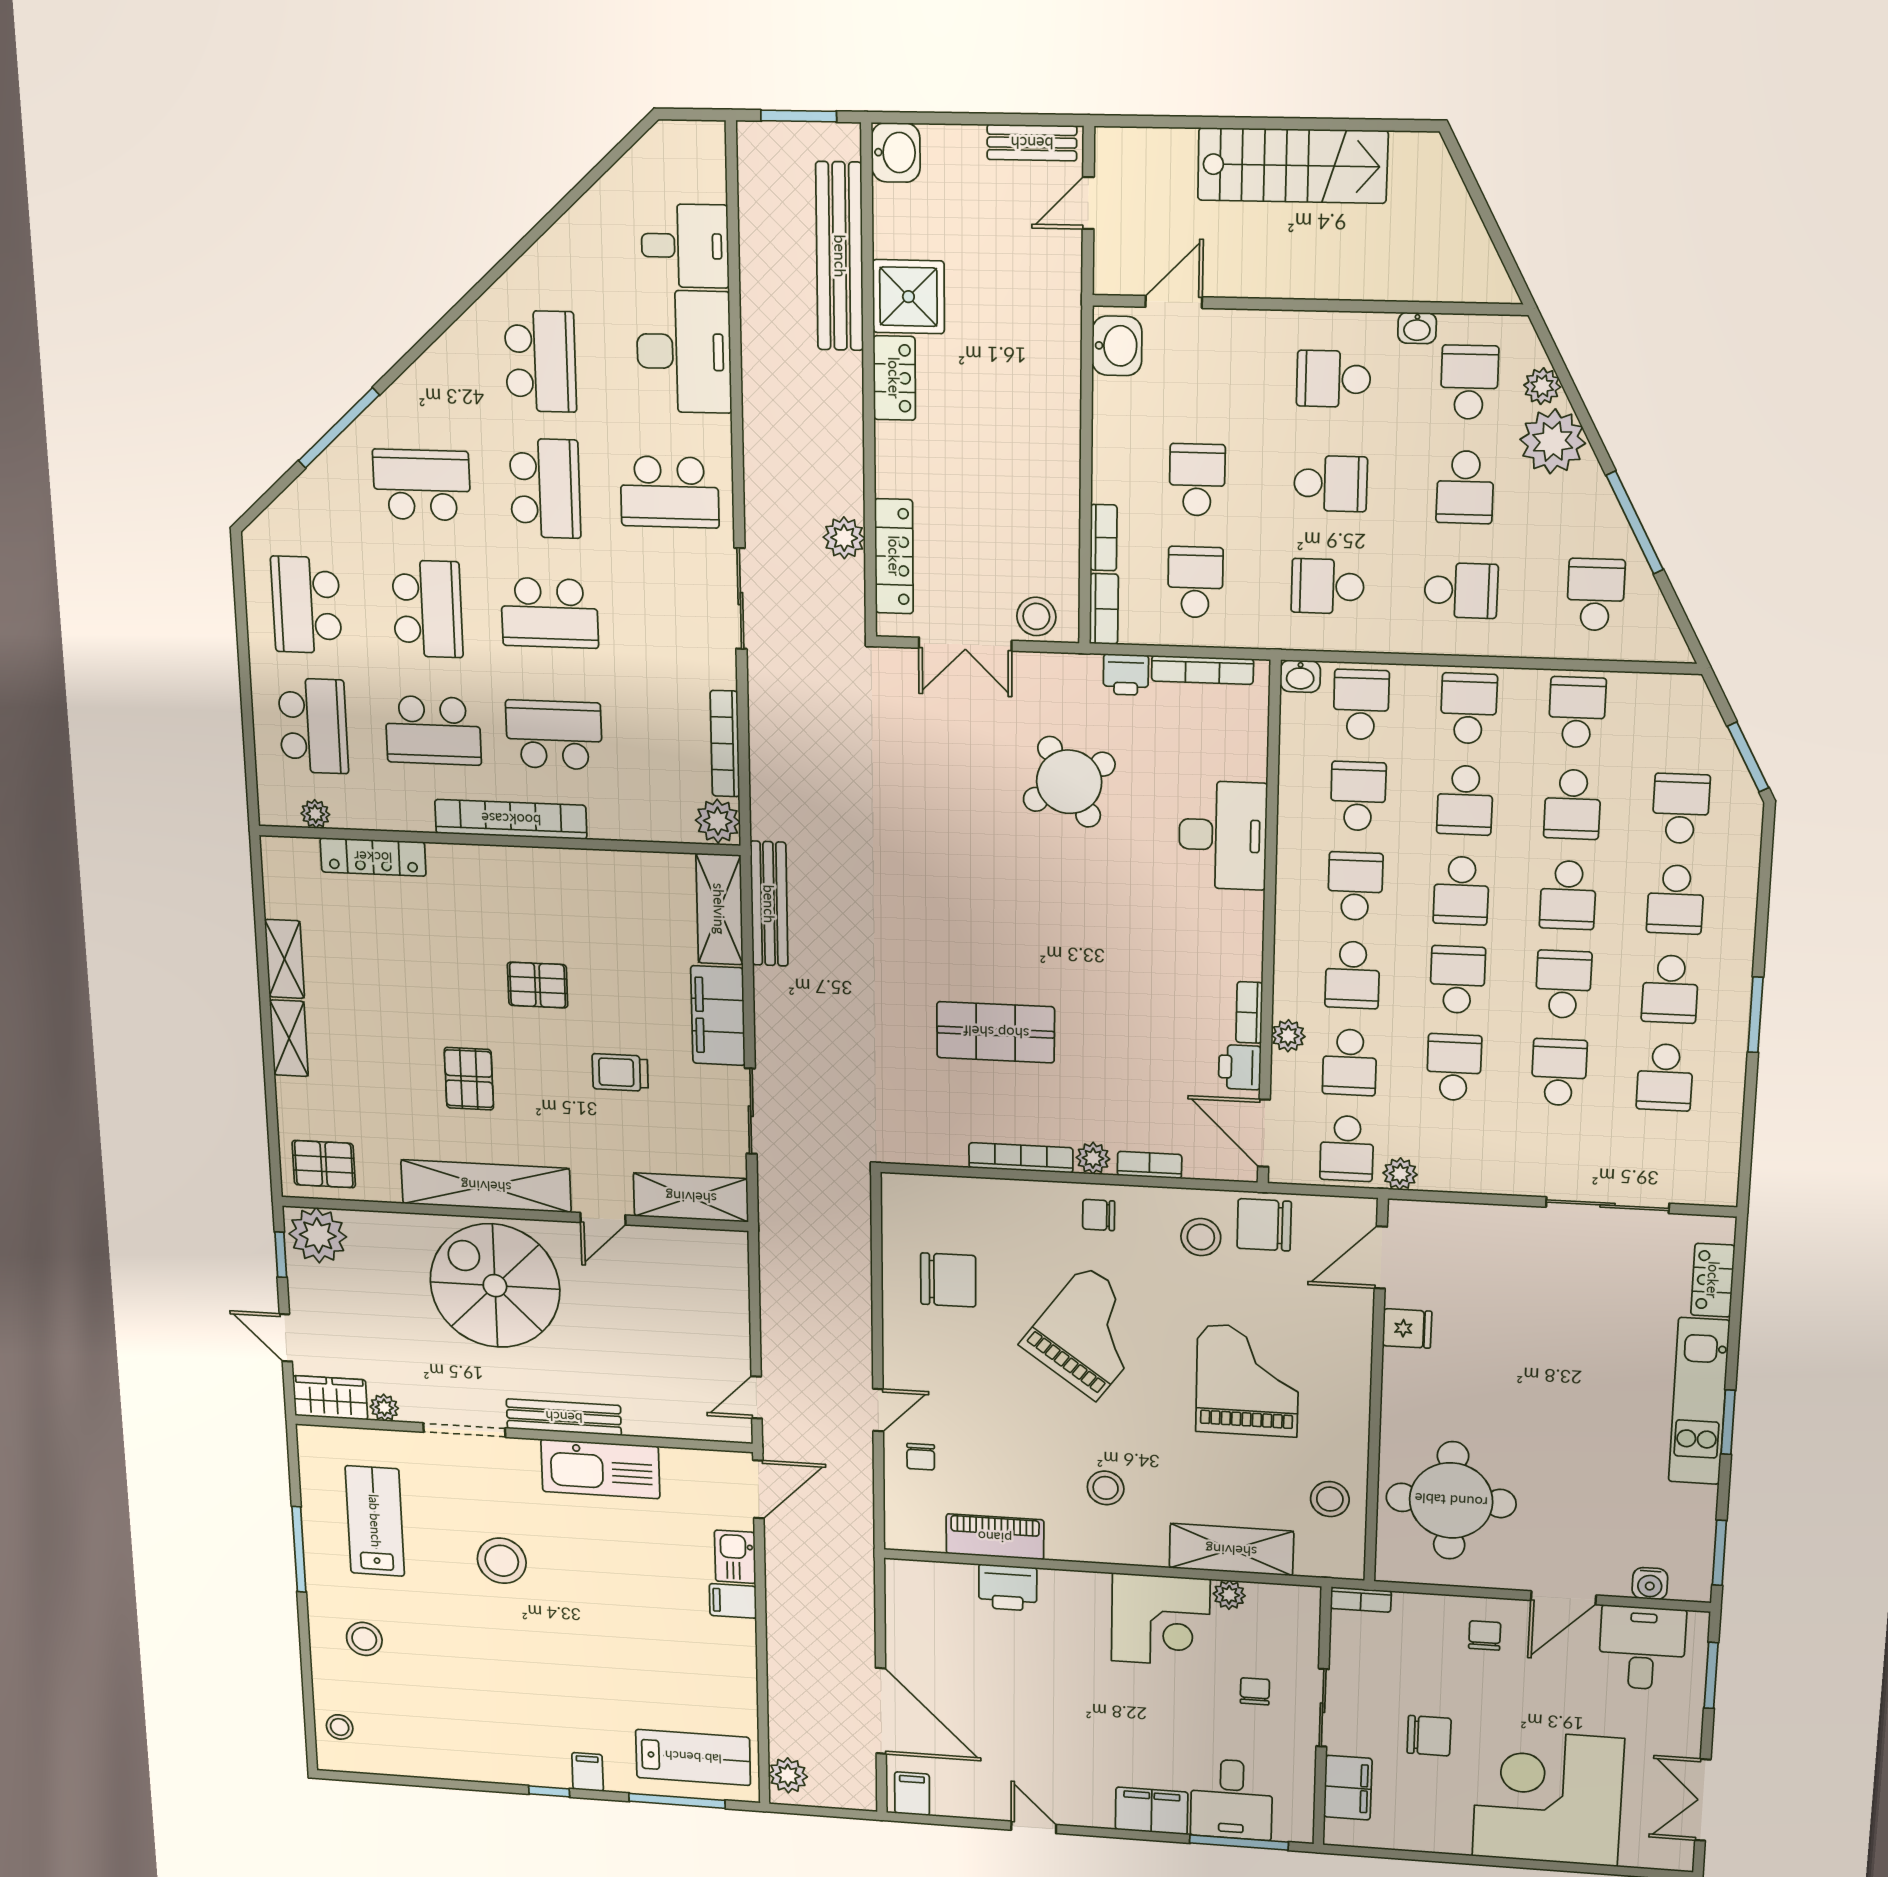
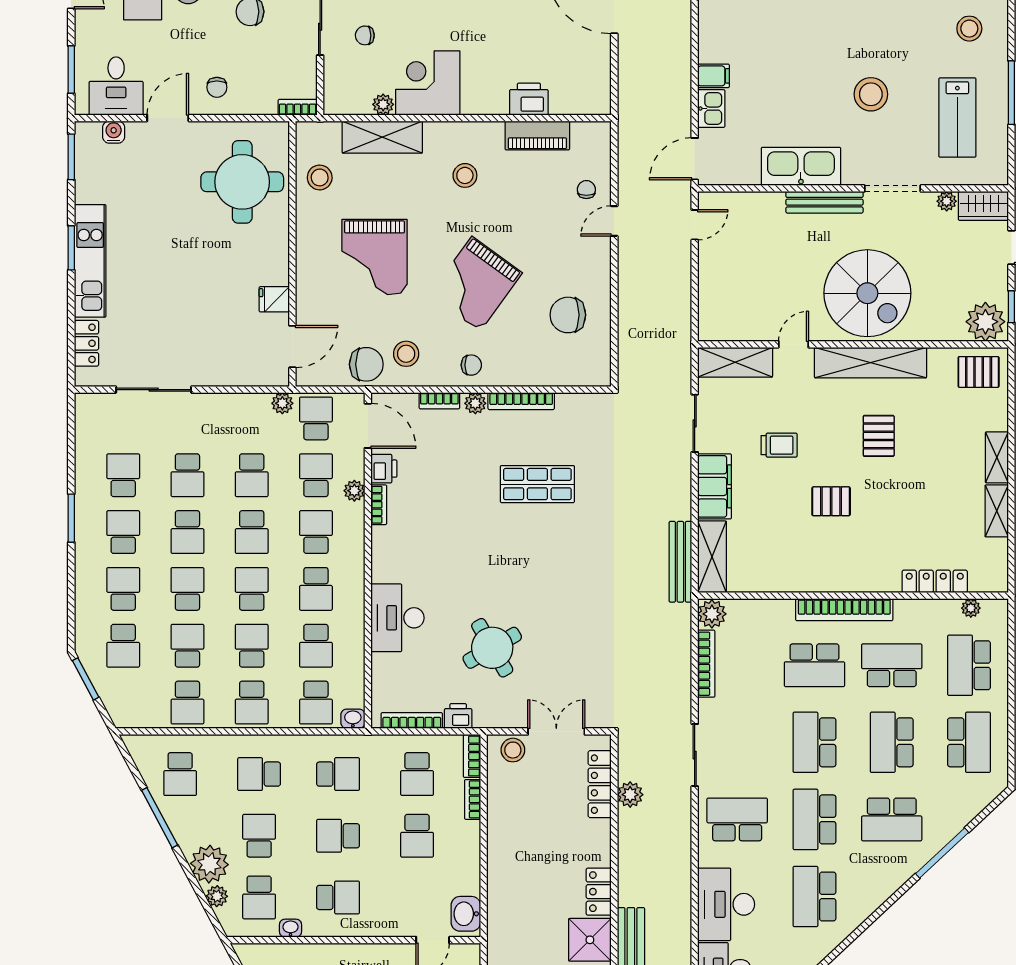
school desk: (550, 613) -> (814, 742), turned -90
chair: (1255, 1691) -> (365, 35), turned 89

